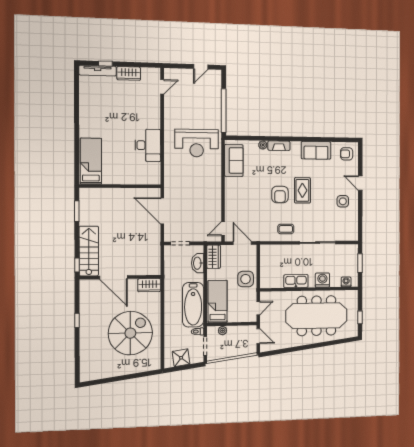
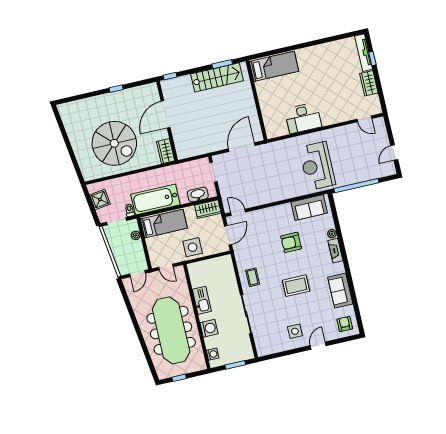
door: (201, 67) -> (394, 153), hinge flipped
armchair: (280, 195) -> (291, 242), moved
stairs: (89, 251) -> (217, 77), moved

